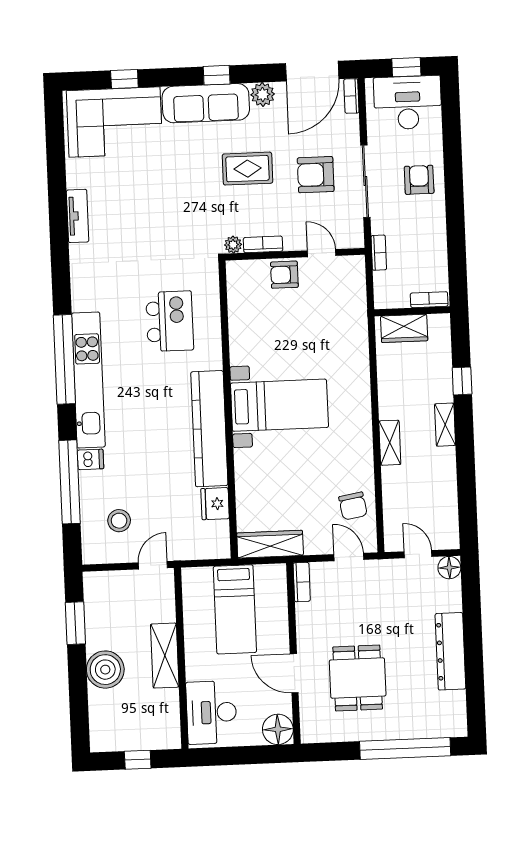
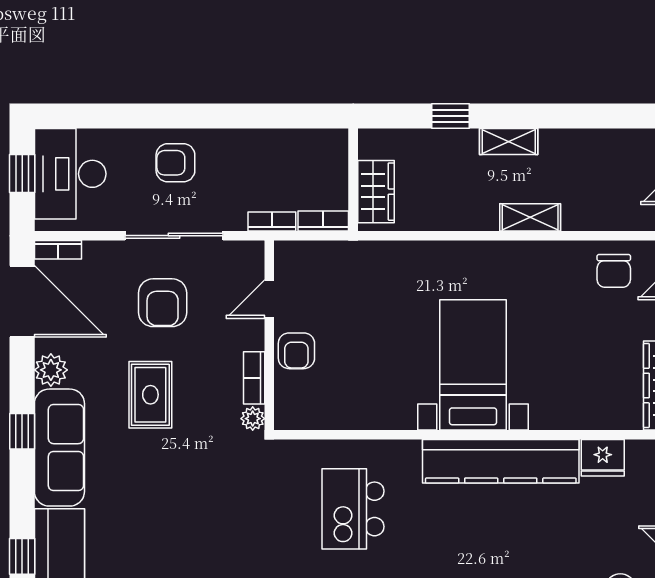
bookcase: (429, 300) -> (323, 221), moved, turned 90
kitchen island: (170, 321) -> (353, 509), turned -90
chair: (353, 506) -> (614, 271), turned 100

